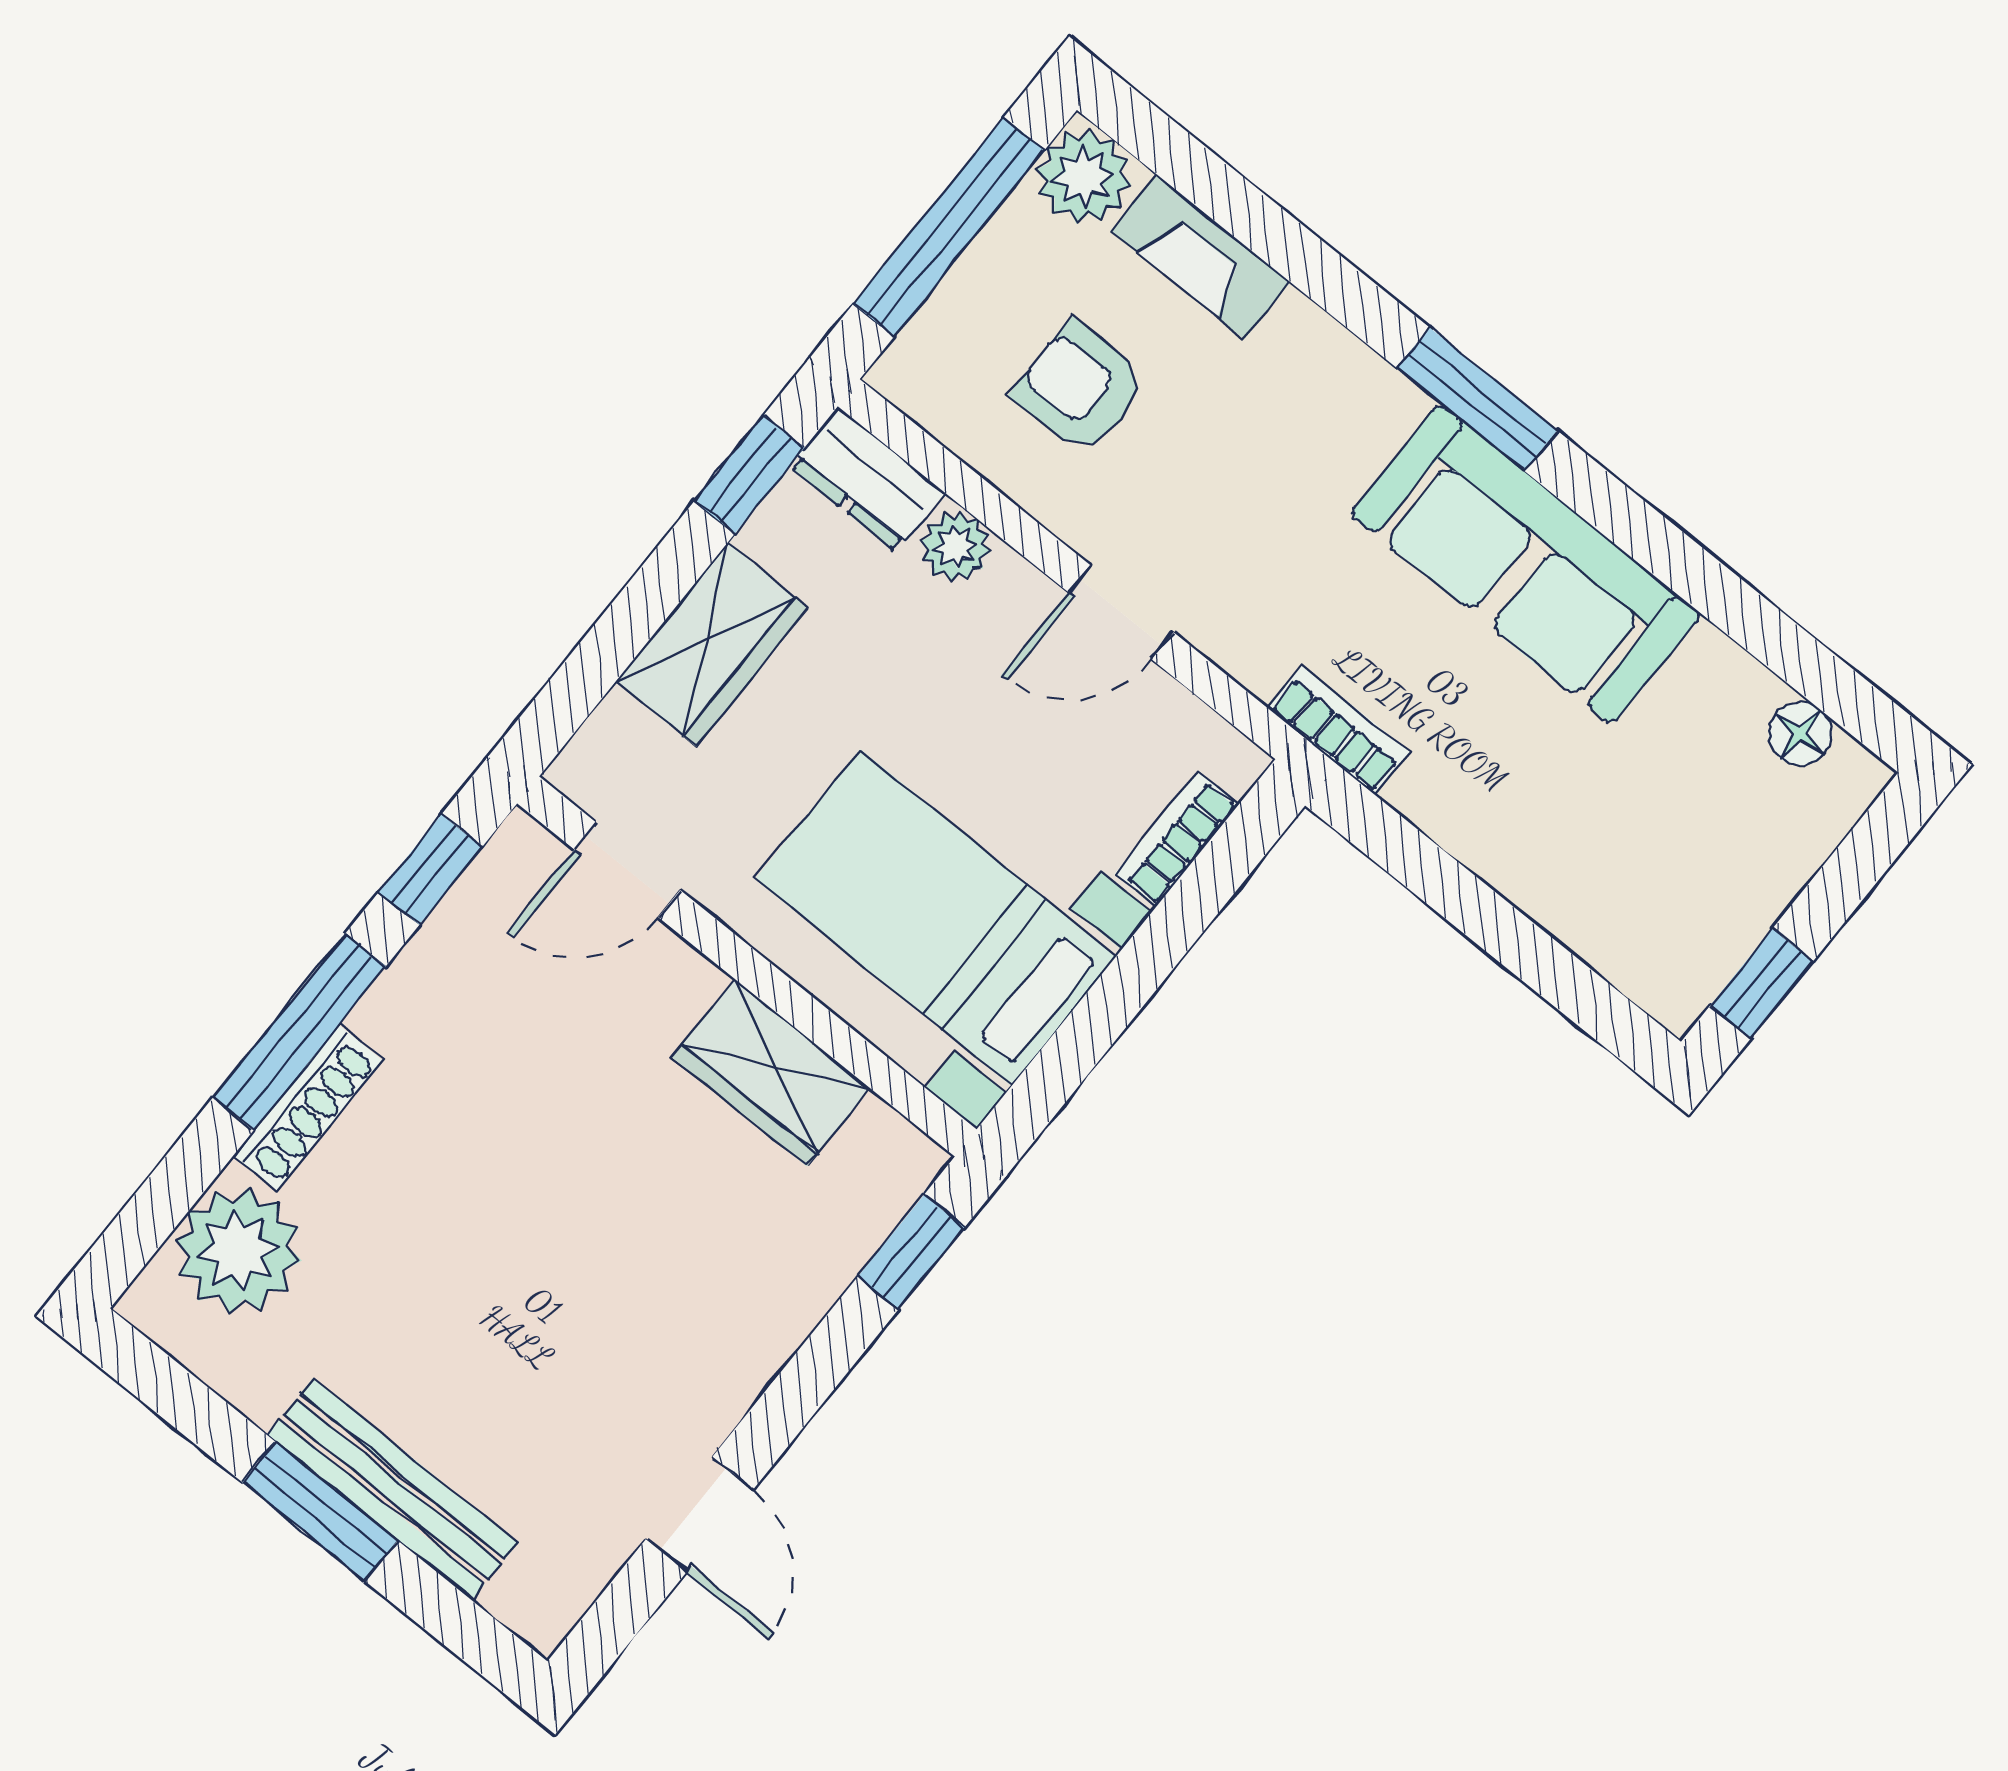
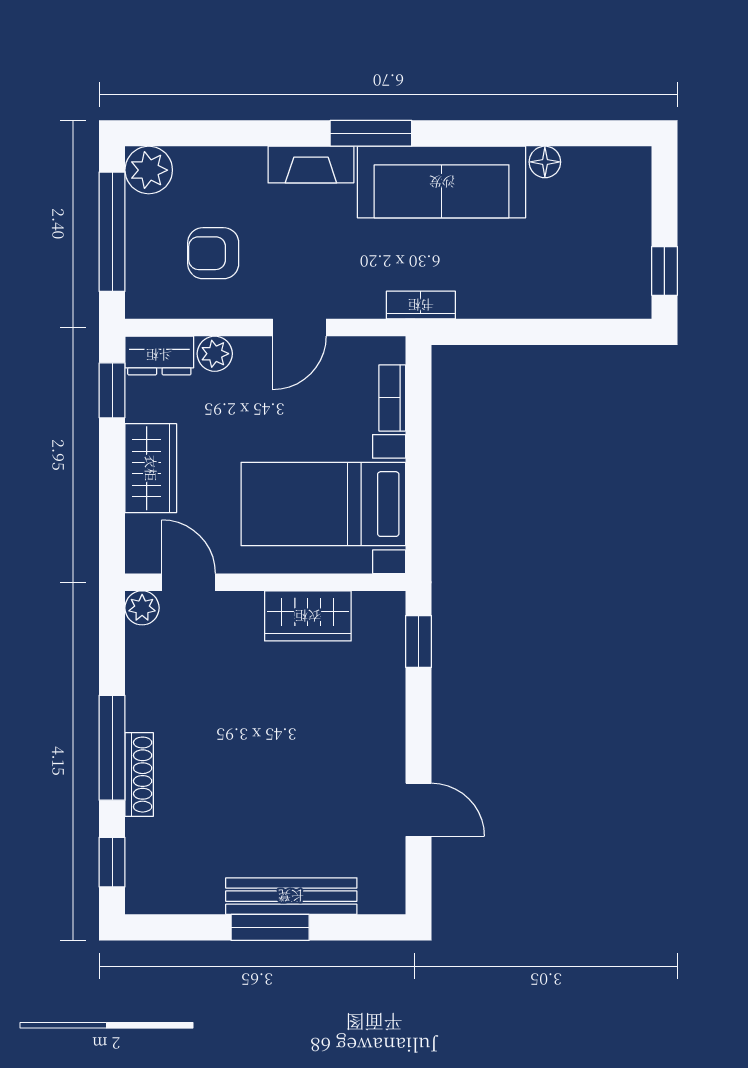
fireplace: (1200, 257) -> (311, 165), moved
floor lamp: (1800, 734) -> (545, 162), moved
window: (430, 870) -> (112, 862), moved
door: (627, 870) -> (189, 582), swing flipped
plant: (239, 1251) -> (142, 608), moved, width x0.53, depth x0.53

